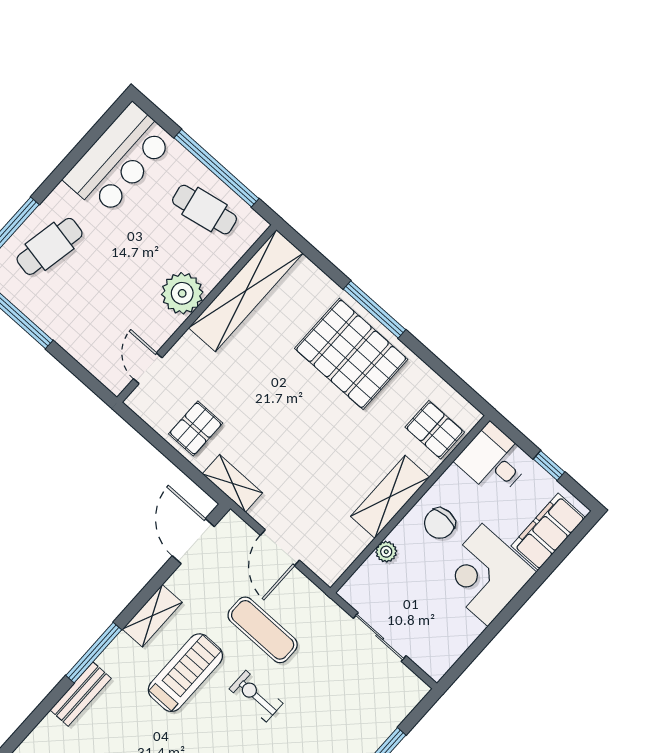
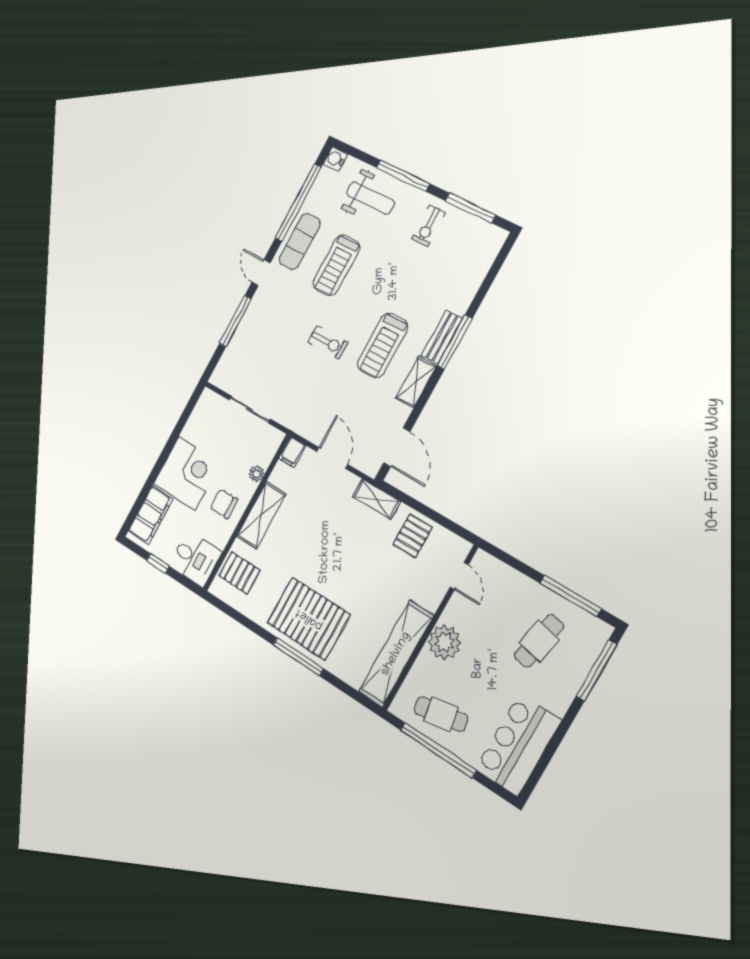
cafe table: (50, 246) -> (539, 641), moved
chair: (440, 523) -> (224, 504), turned -90
filing cabinet: (332, 568) -> (292, 452), added
exercise mat: (263, 630) -> (333, 393), removed
bench: (81, 694) -> (442, 337), moved

